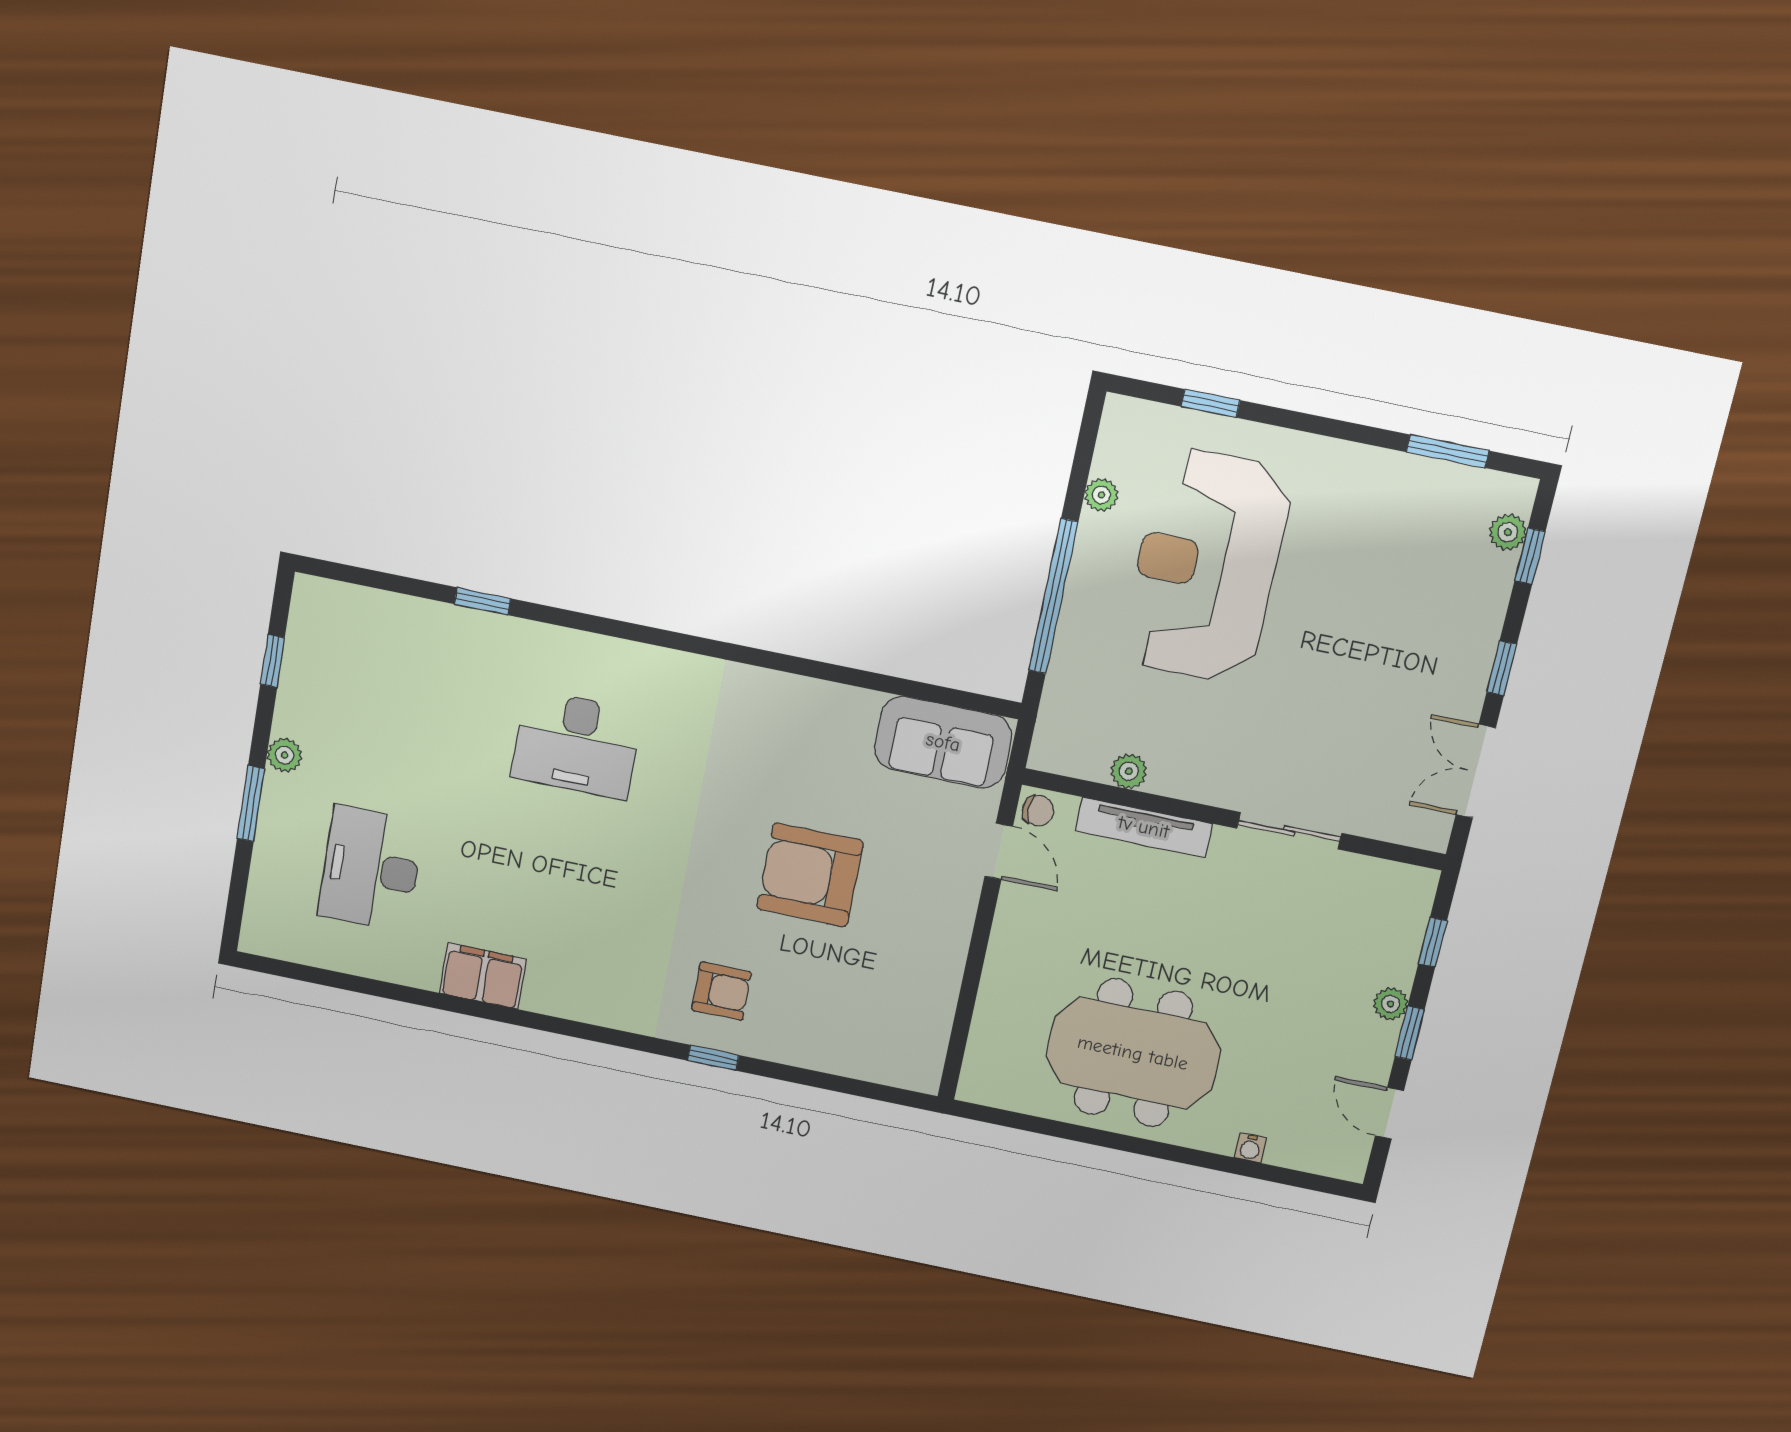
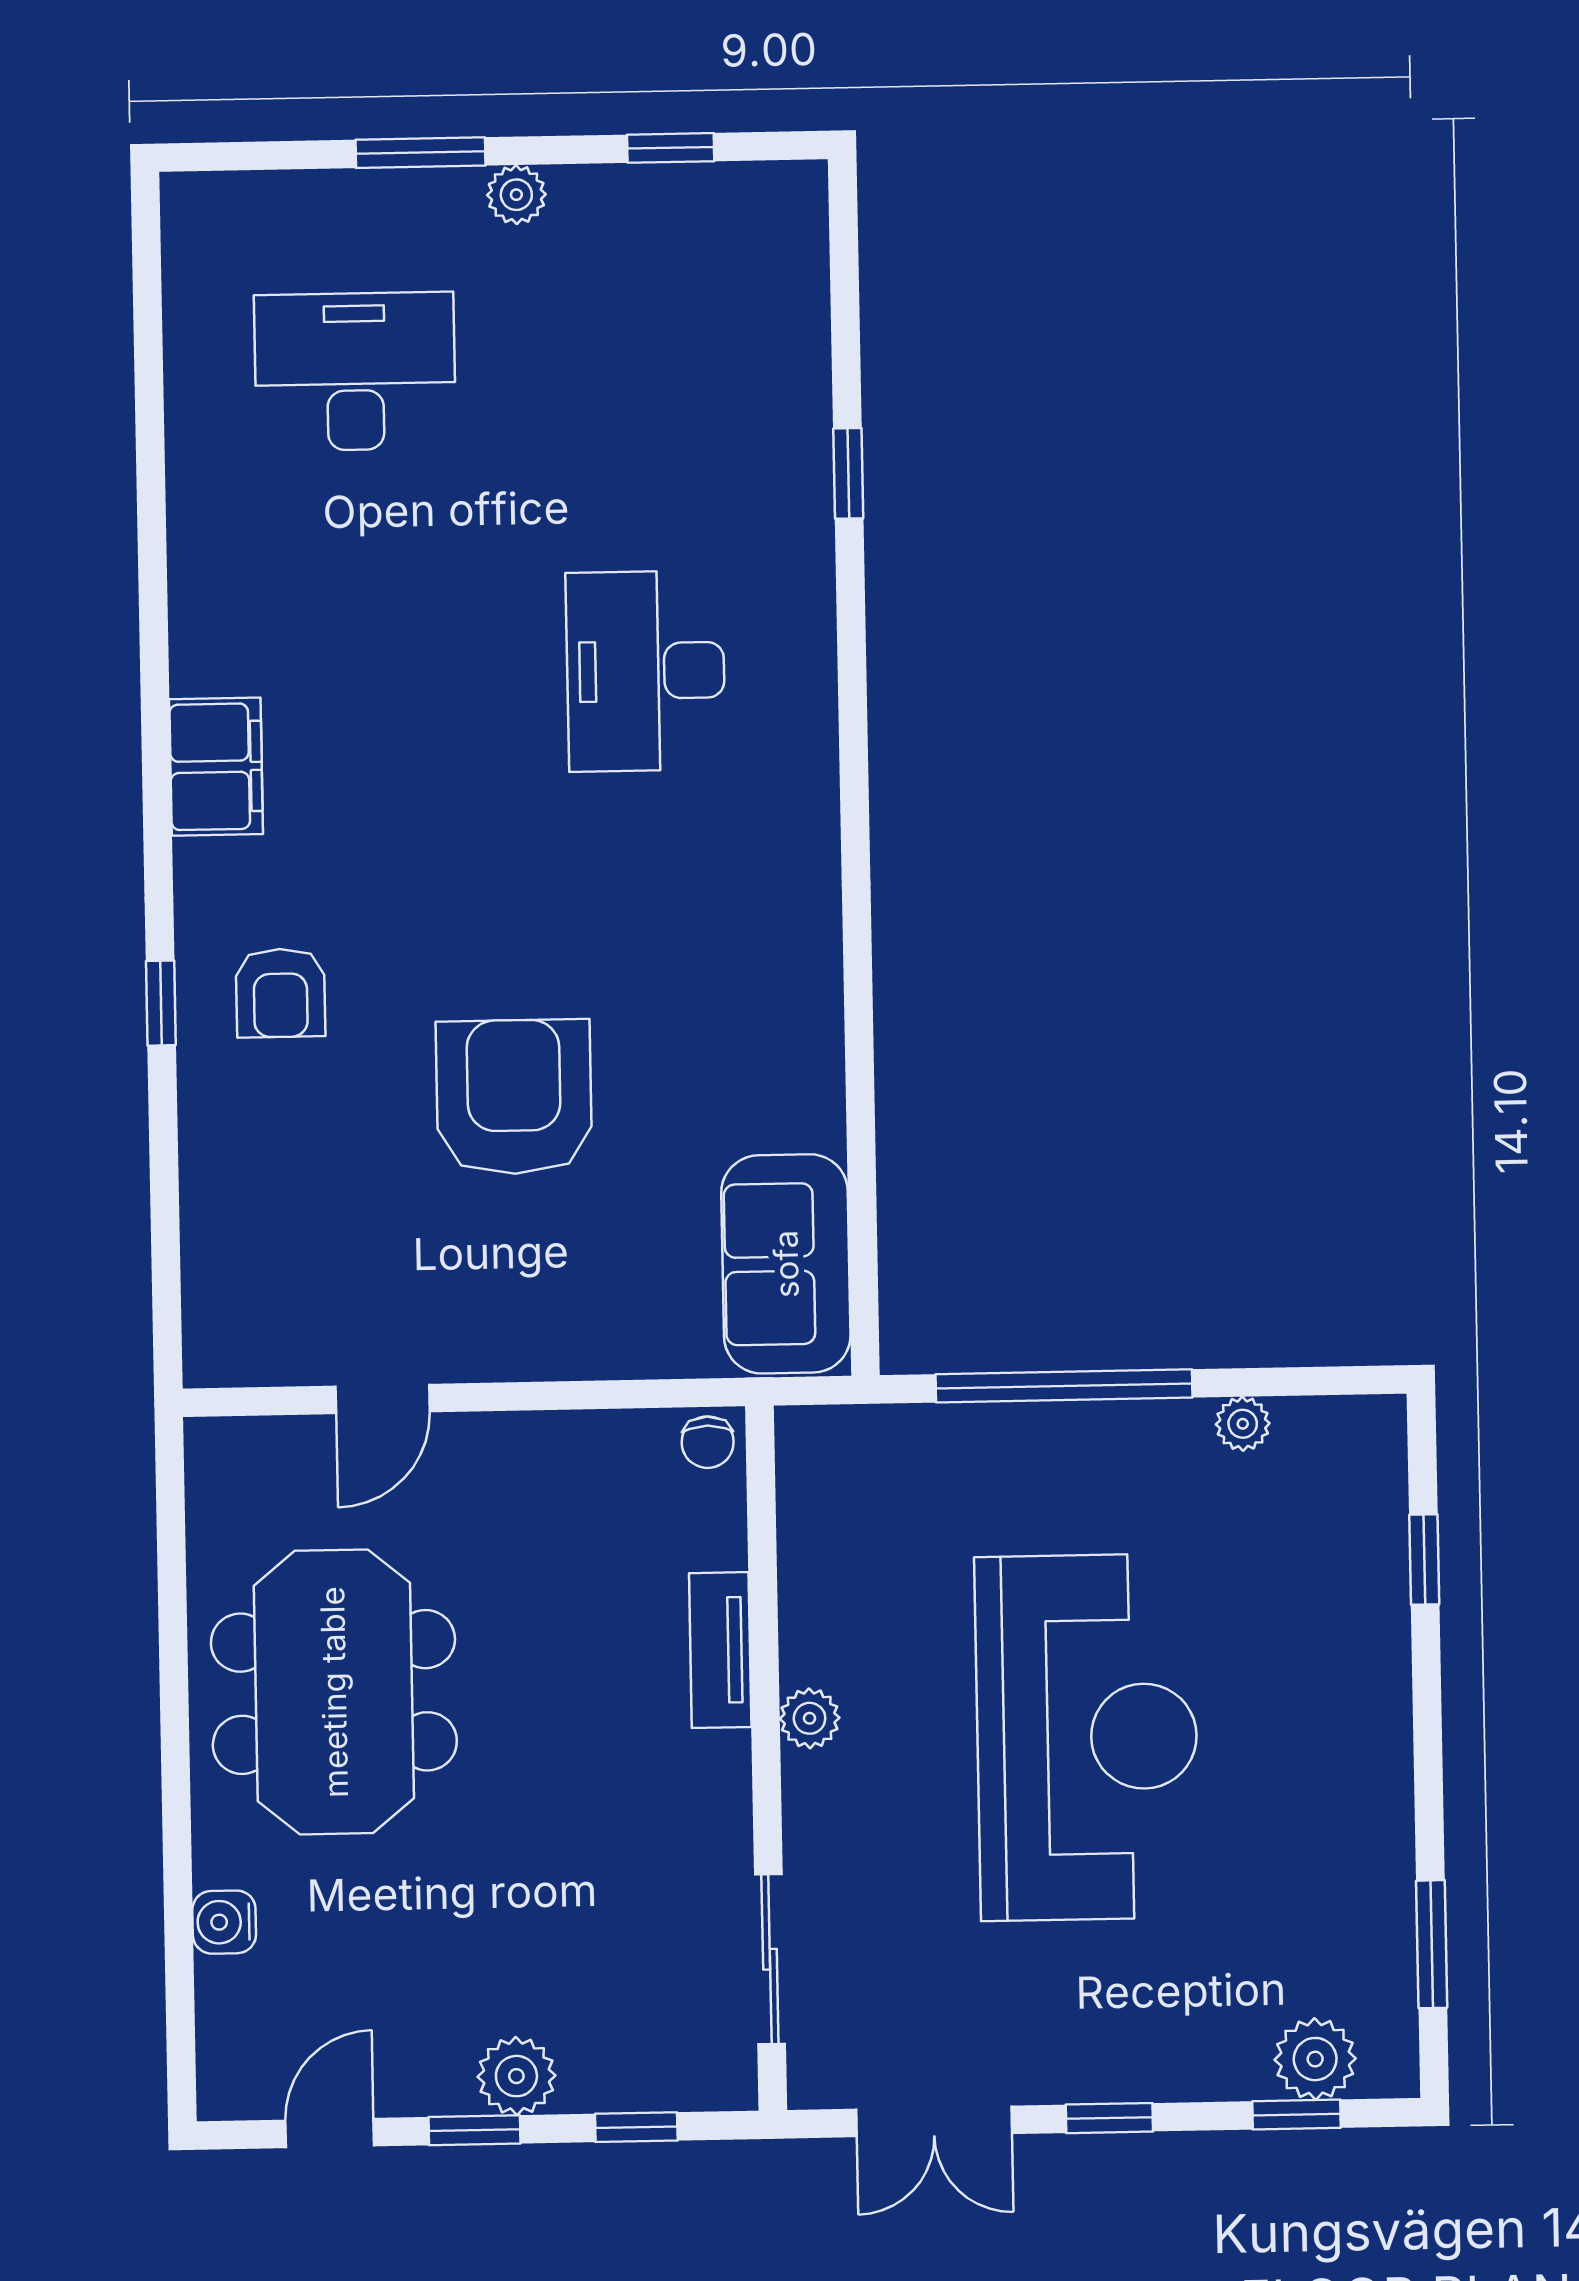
plant: (1508, 532) -> (1315, 2059), width x1.38, depth x1.38
reception desk: (1206, 566) -> (1087, 1737), moved, turned 90
plant: (1129, 771) -> (810, 1718), moved
double door: (1476, 771) -> (934, 2121), swing flipped
tv unit: (1144, 827) -> (720, 1650), width x0.71
sliding door: (1289, 831) -> (770, 1959), moved
door: (999, 851) -> (383, 1399), moved
filing cabinet: (483, 976) -> (216, 767), moved
plant: (1390, 1004) -> (516, 2076), width x1.38, depth x1.38
water cooler: (1250, 1148) -> (224, 1922), width x1.38, depth x1.38

